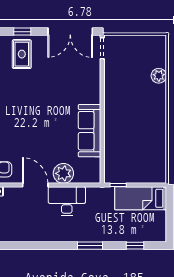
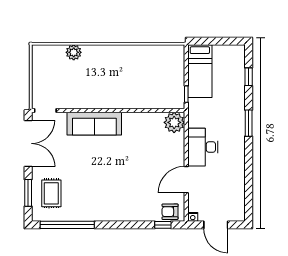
window: (22, 32) -> (28, 193), width x1.50
rug: (22, 54) -> (51, 193), turned 90
sofa: (89, 131) -> (94, 124), moved
plant: (63, 173) -> (174, 122), moved

